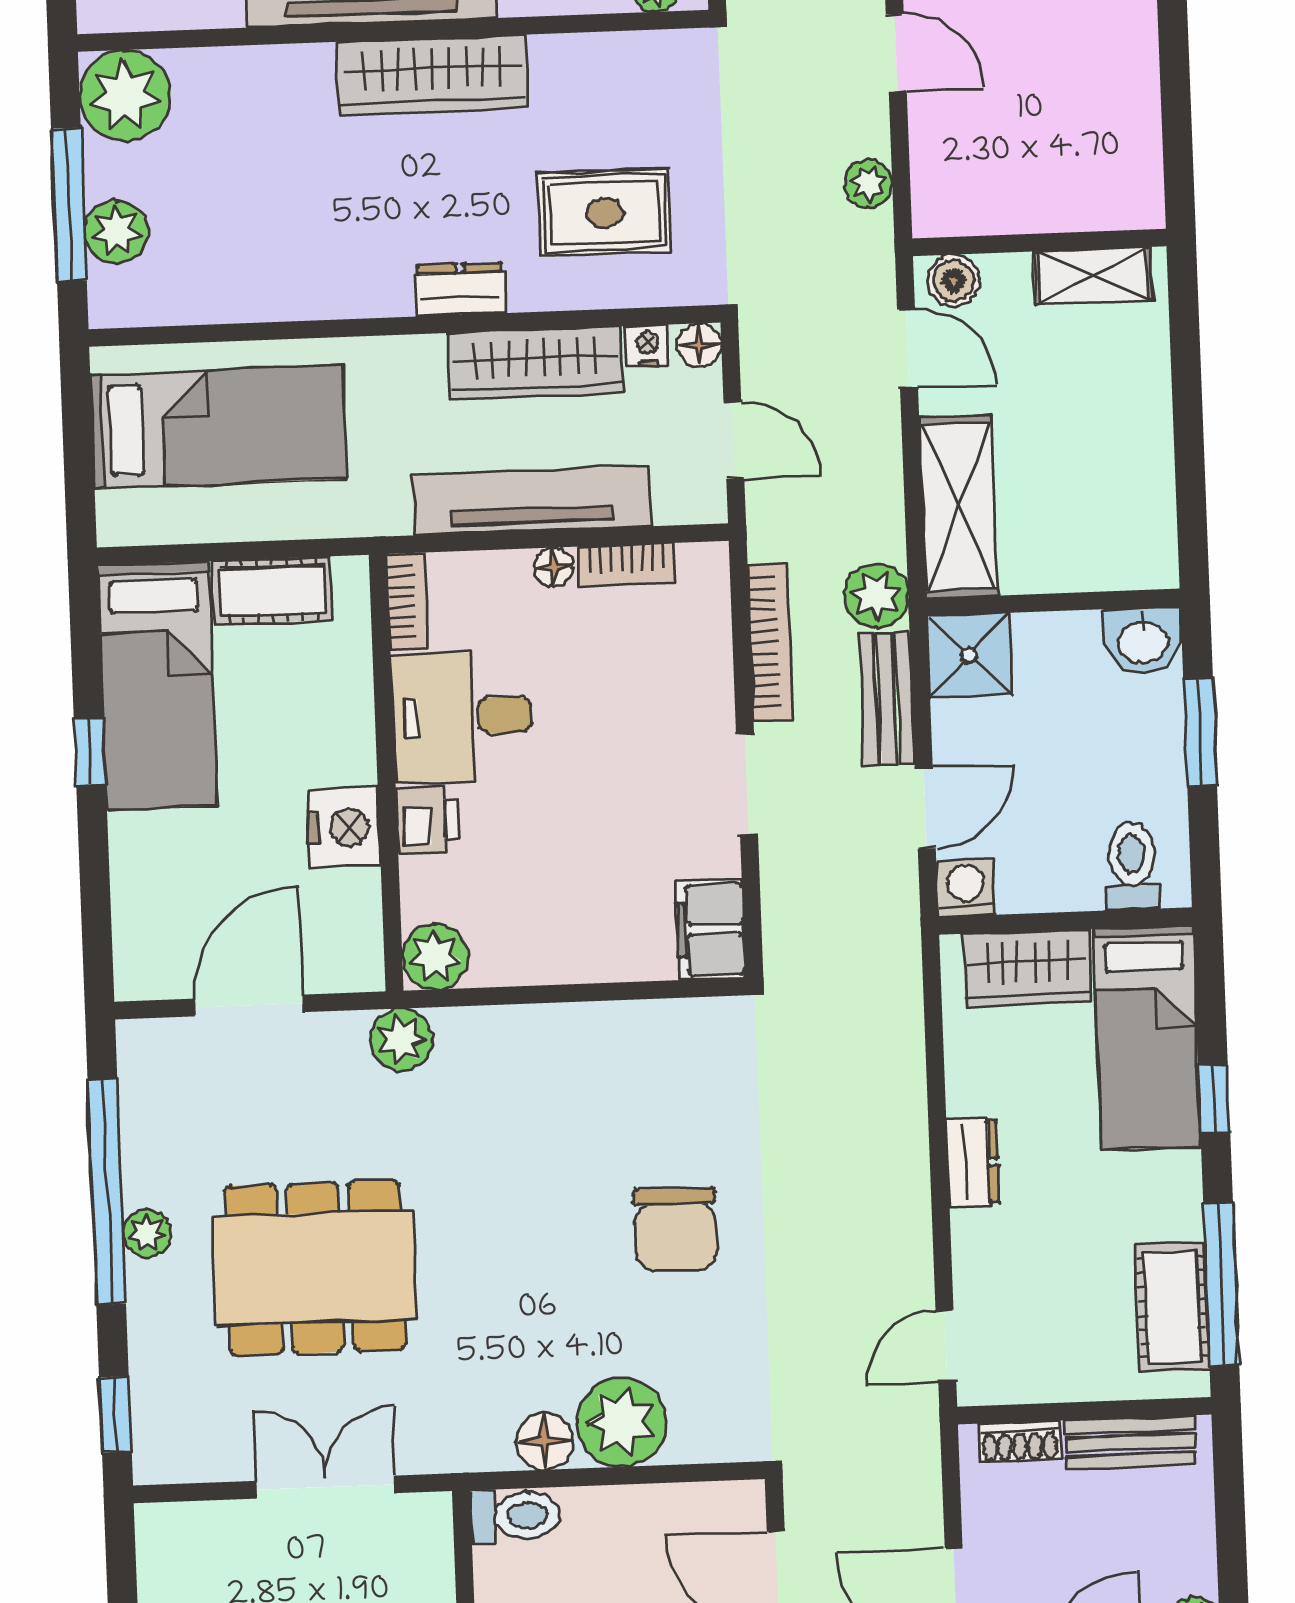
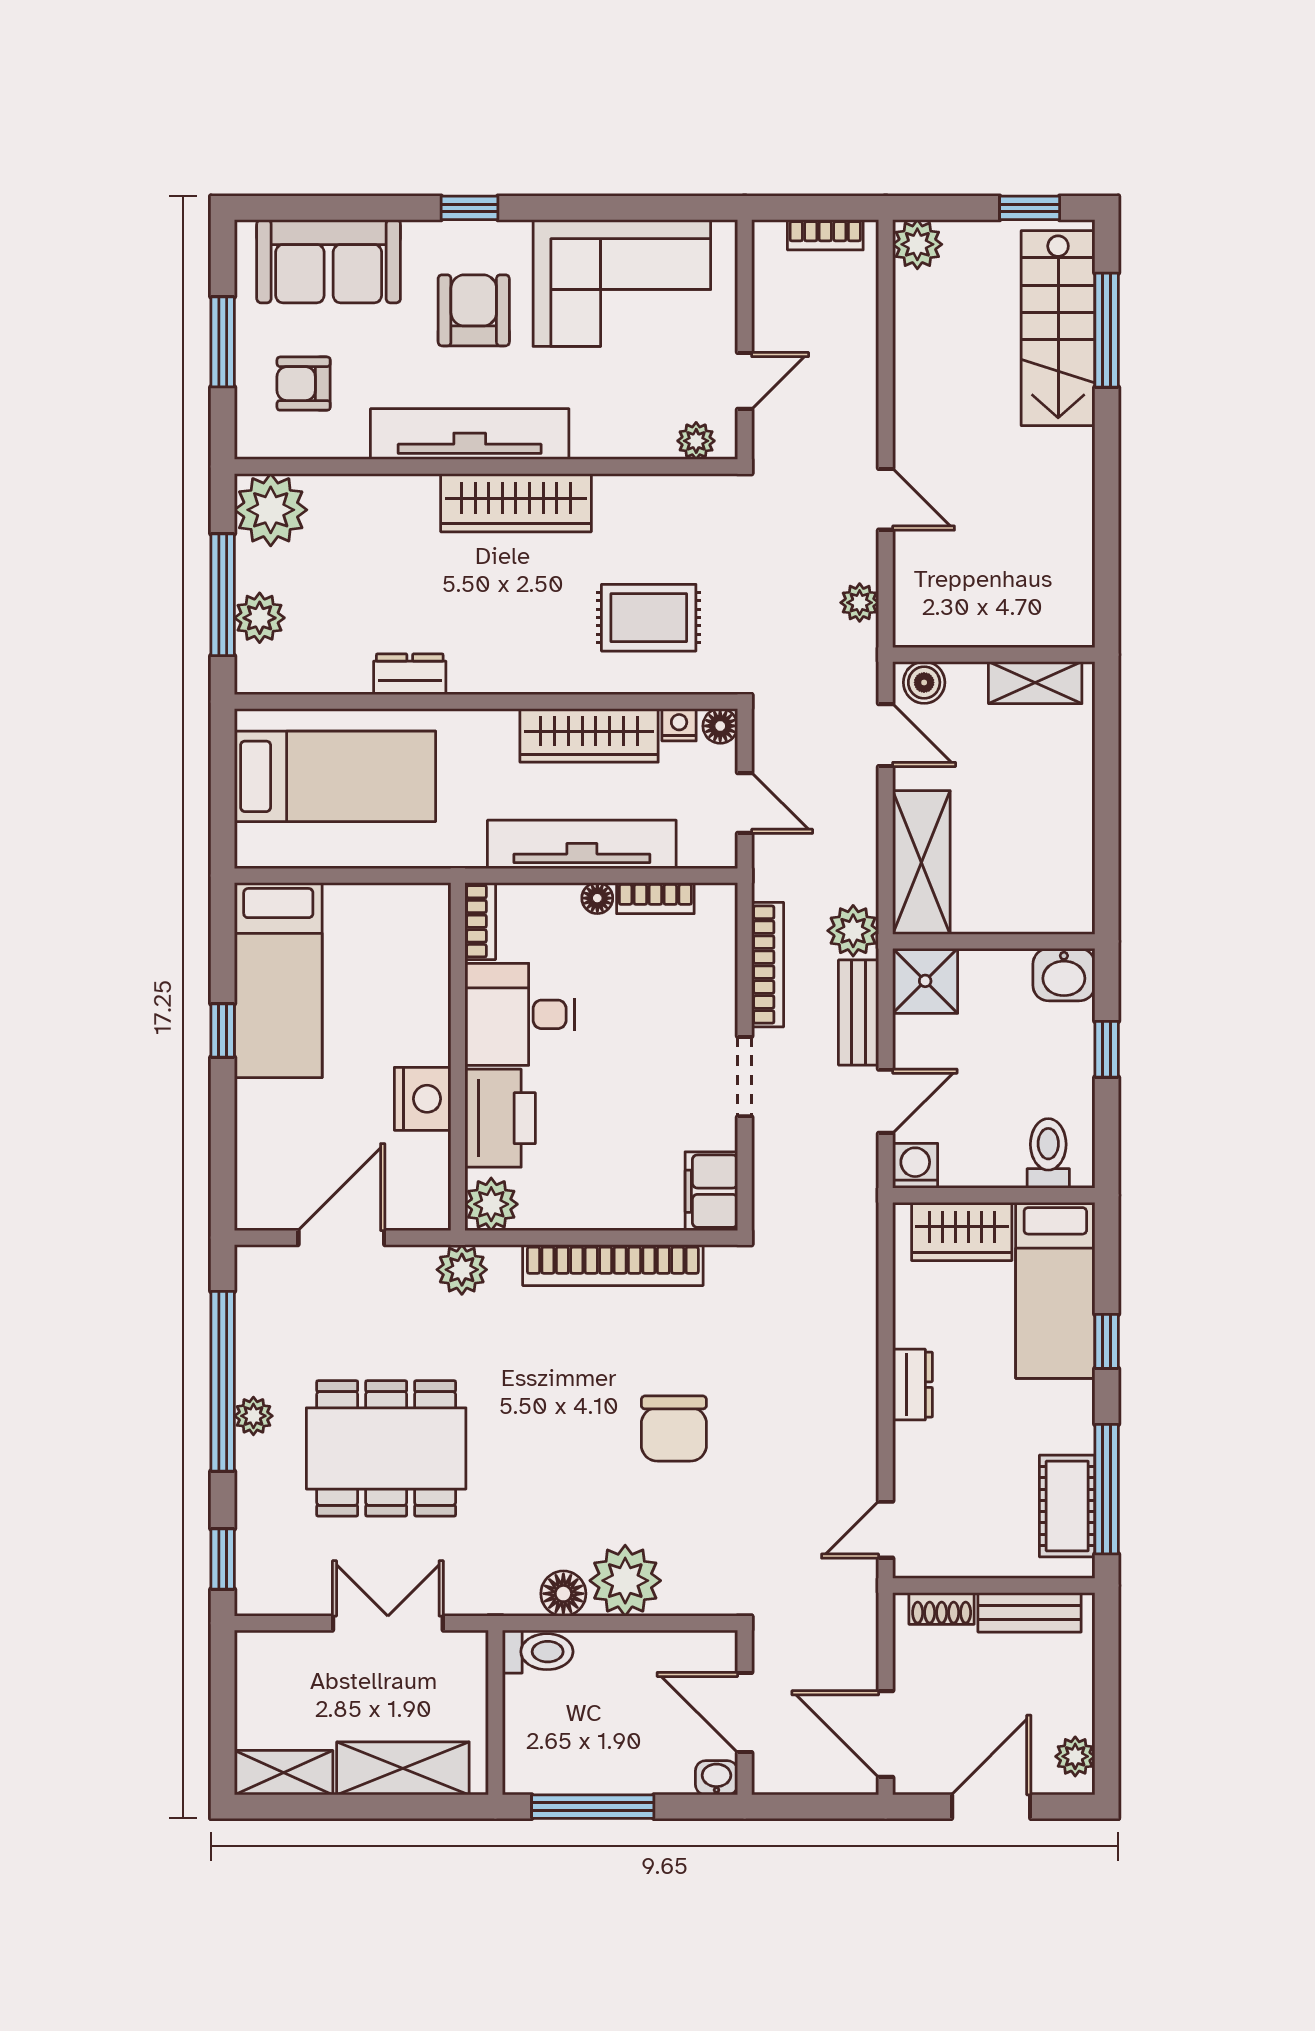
dresser: (460, 289) -> (410, 674), moved
cot: (272, 590) -> (373, 908), removed
window: (1200, 732) -> (1107, 1049), width x0.67
printer: (427, 820) -> (500, 1118), width x1.87, depth x1.48
bookcase: (591, 1027) -> (613, 1265), added

